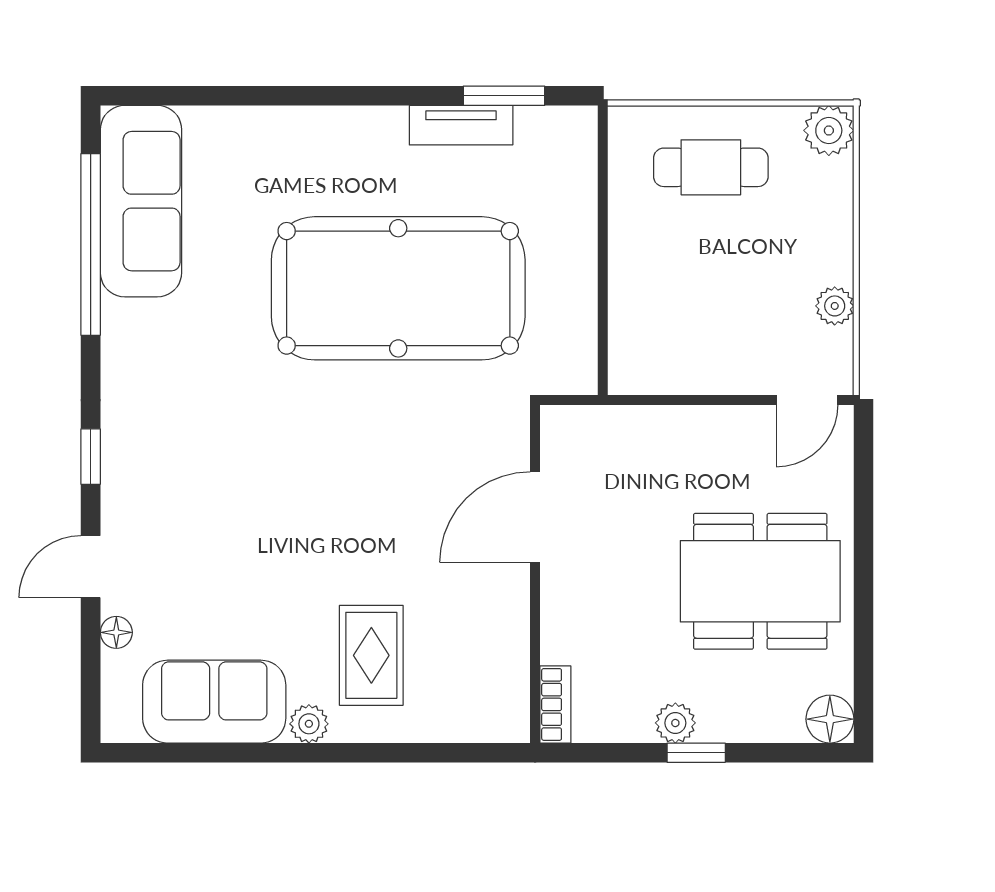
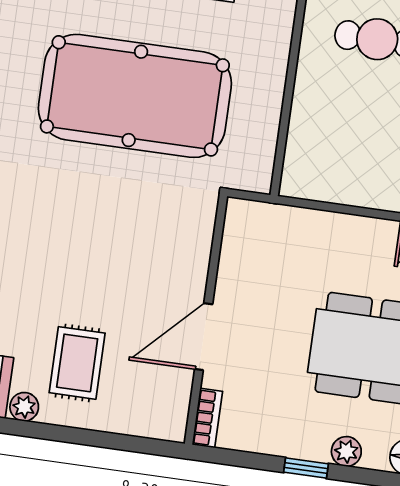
door: (535, 517) -> (204, 337), moved
plant: (675, 723) -> (346, 451), moved

